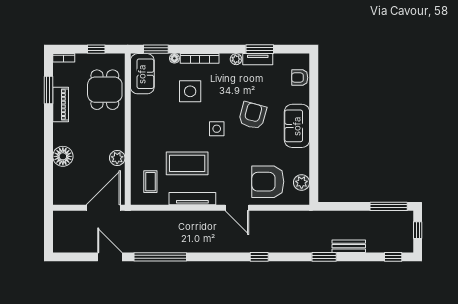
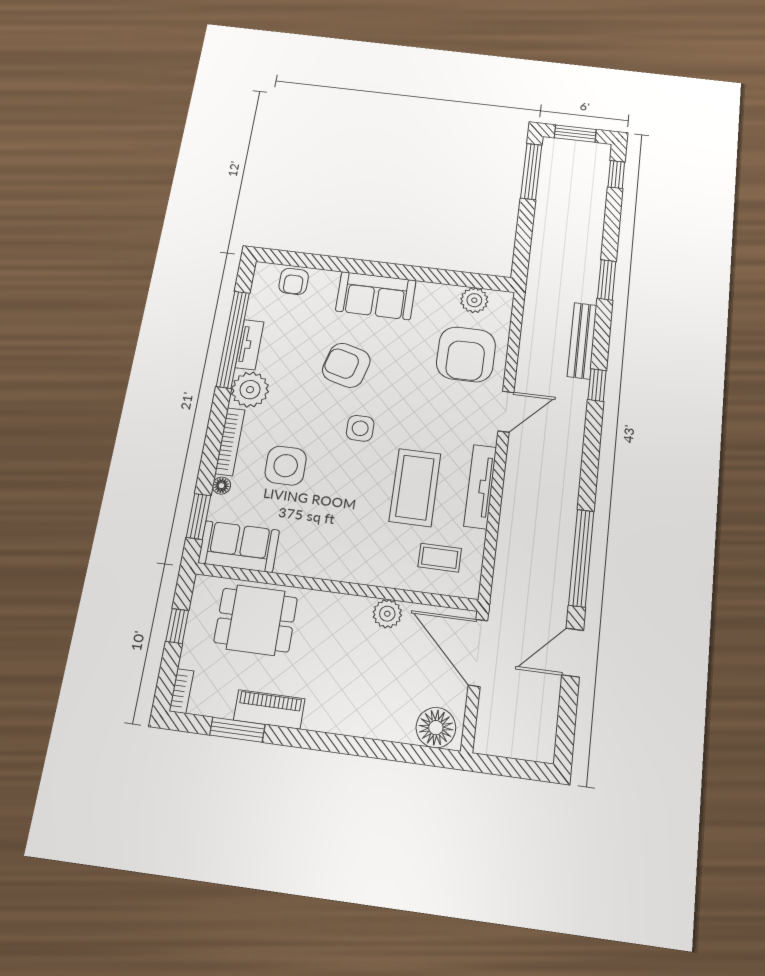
window: (260, 49) -> (233, 339), width x2.11
plant: (236, 59) -> (250, 390), width x1.87, depth x1.87
floor lamp: (63, 156) -> (436, 728), moved
window: (418, 230) -> (575, 134), width x1.50
bench: (349, 246) -> (582, 341), moved, width x1.36

